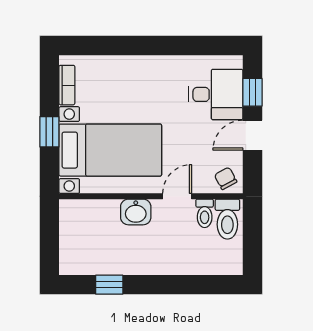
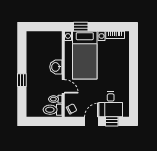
window: (49, 132) -> (81, 27), moved
door: (252, 135) -> (92, 121), hinge flipped
window: (109, 285) -> (22, 80), moved

